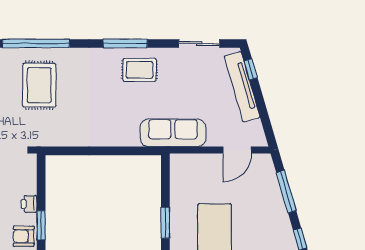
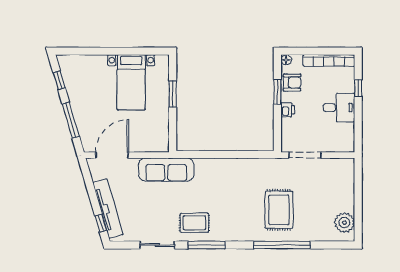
sliding door: (199, 43) -> (157, 245), moved
door: (237, 150) -> (112, 155), width x1.36

